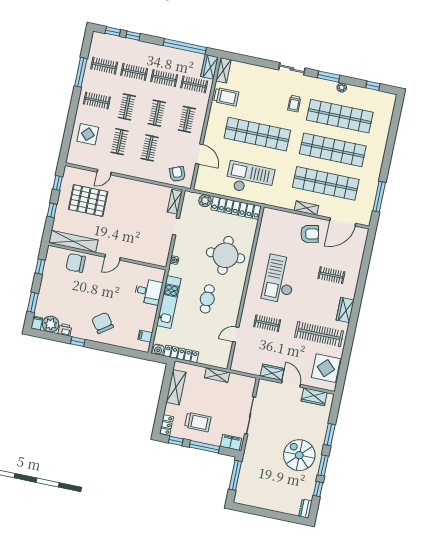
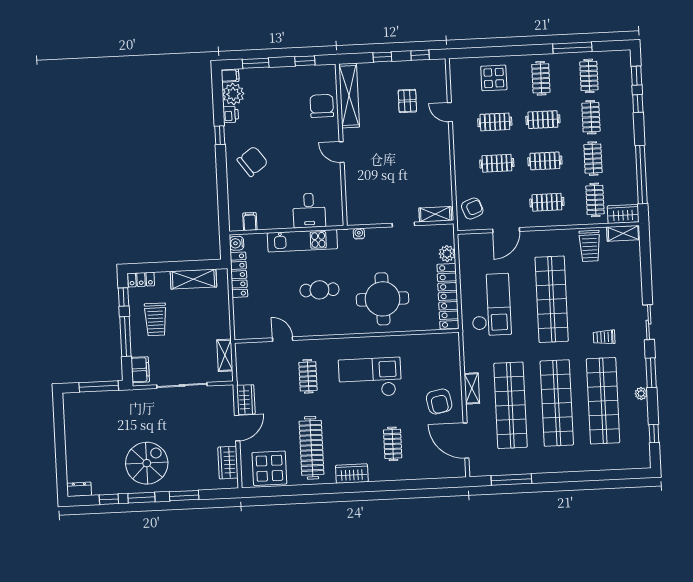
pallet: (88, 201) -> (407, 101), width x0.49, depth x0.50
shelving: (217, 375) -> (225, 355), moved

